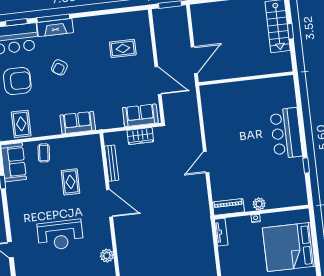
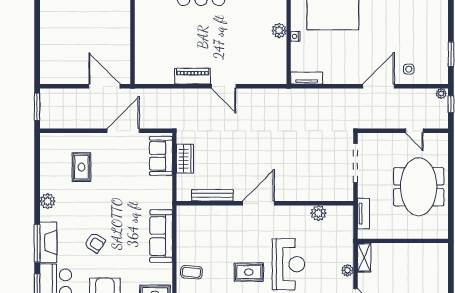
plant: (90, 23) -> (48, 201), added
sofa: (78, 123) -> (161, 236), width x1.36
rug: (70, 182) -> (249, 272), moved
piano: (228, 207) -> (193, 76), moved, turned 90

